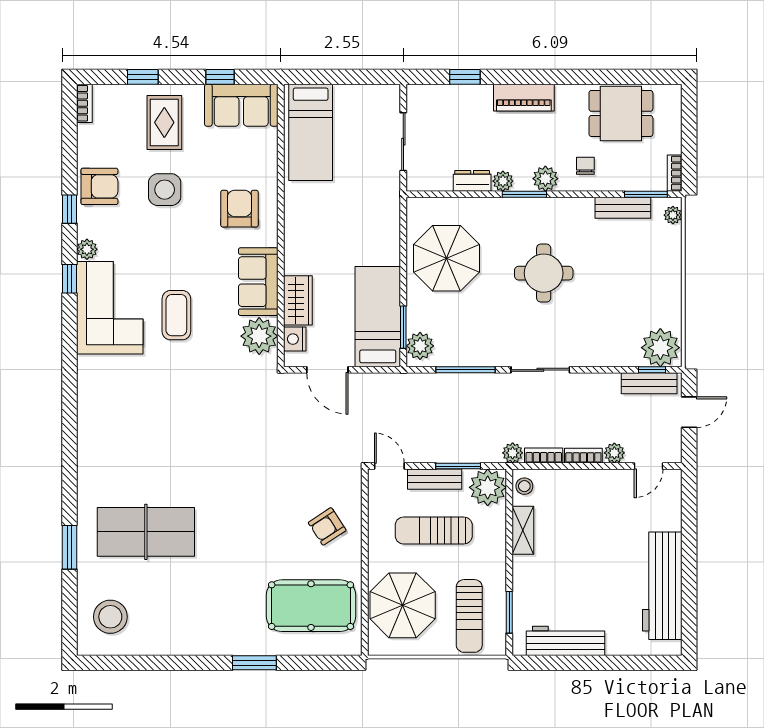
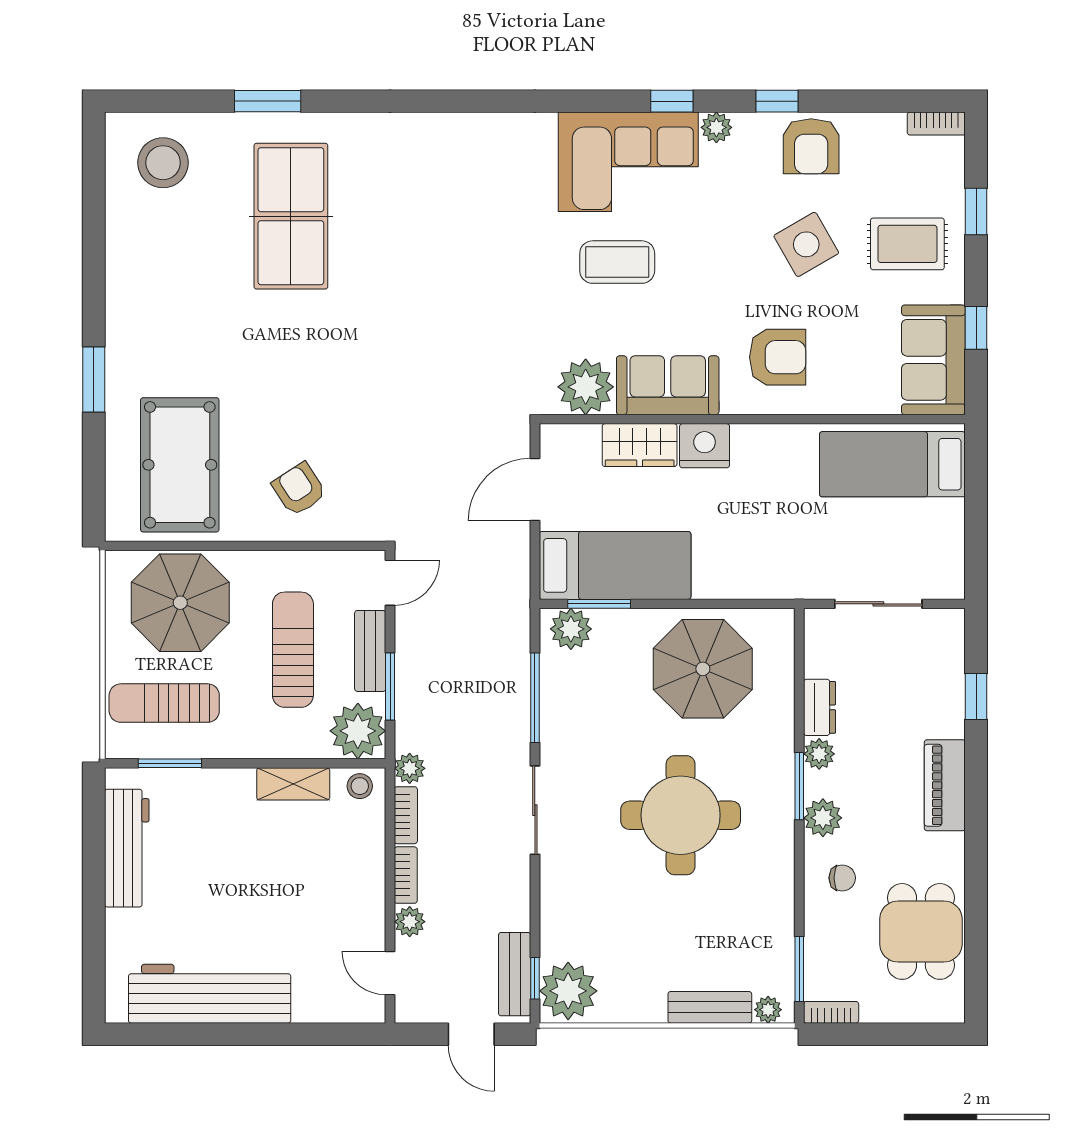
side table: (165, 190) -> (806, 244), turned -30
bench: (623, 208) -> (710, 1007), moved, turned 90
round table: (544, 273) -> (681, 815), width x1.36, depth x1.36
nightstand: (295, 339) -> (705, 446), moved, width x1.36, depth x1.33

